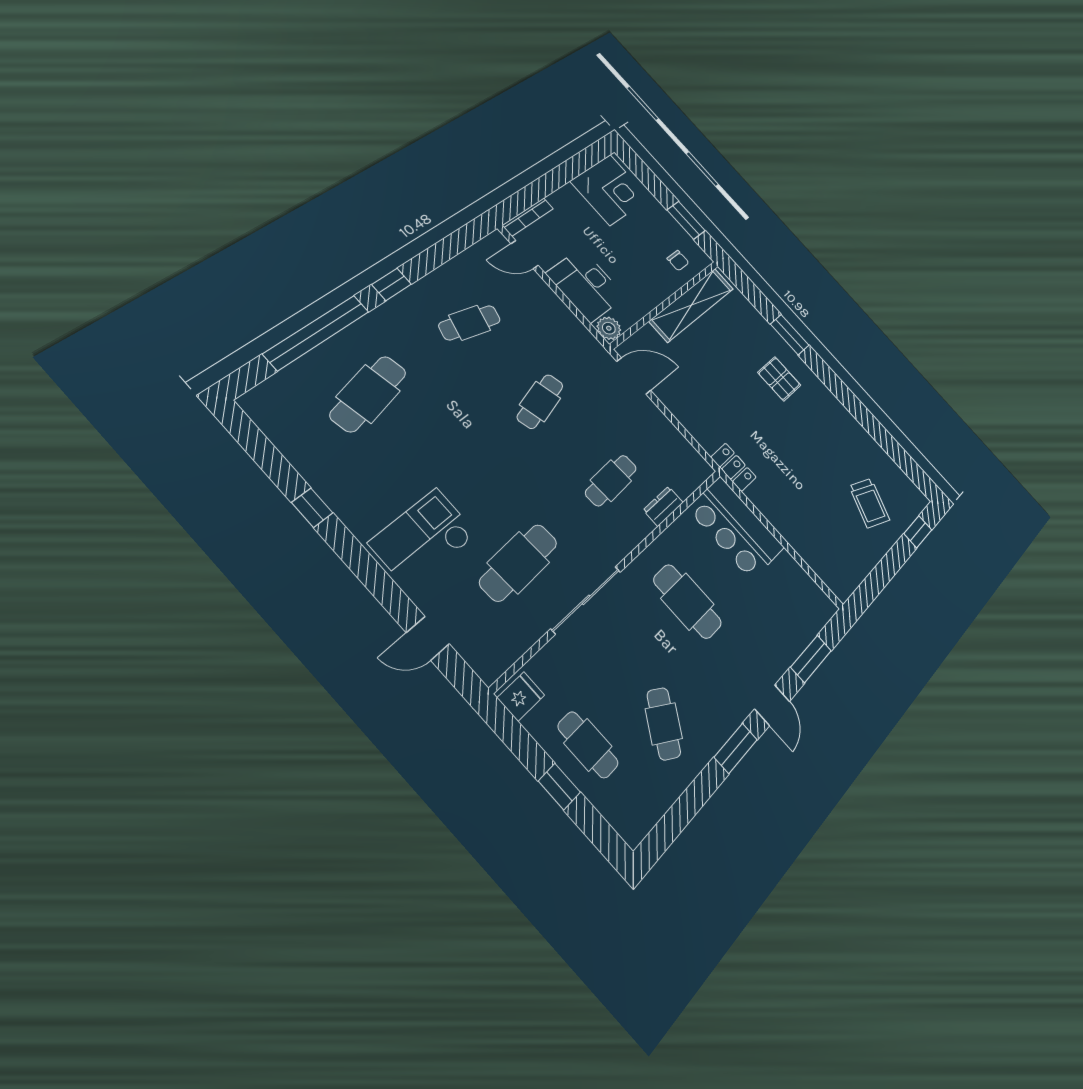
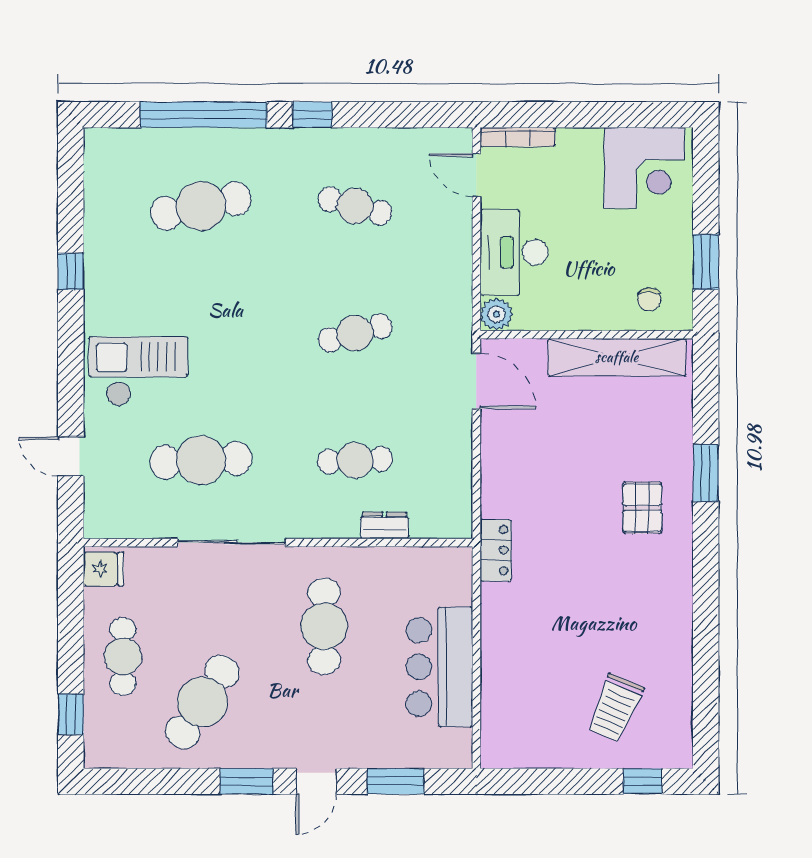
bar counter: (736, 528) -> (439, 667), moved
cafe table: (664, 724) -> (202, 702), width x1.37, depth x1.35
window: (559, 787) -> (71, 714), moved

